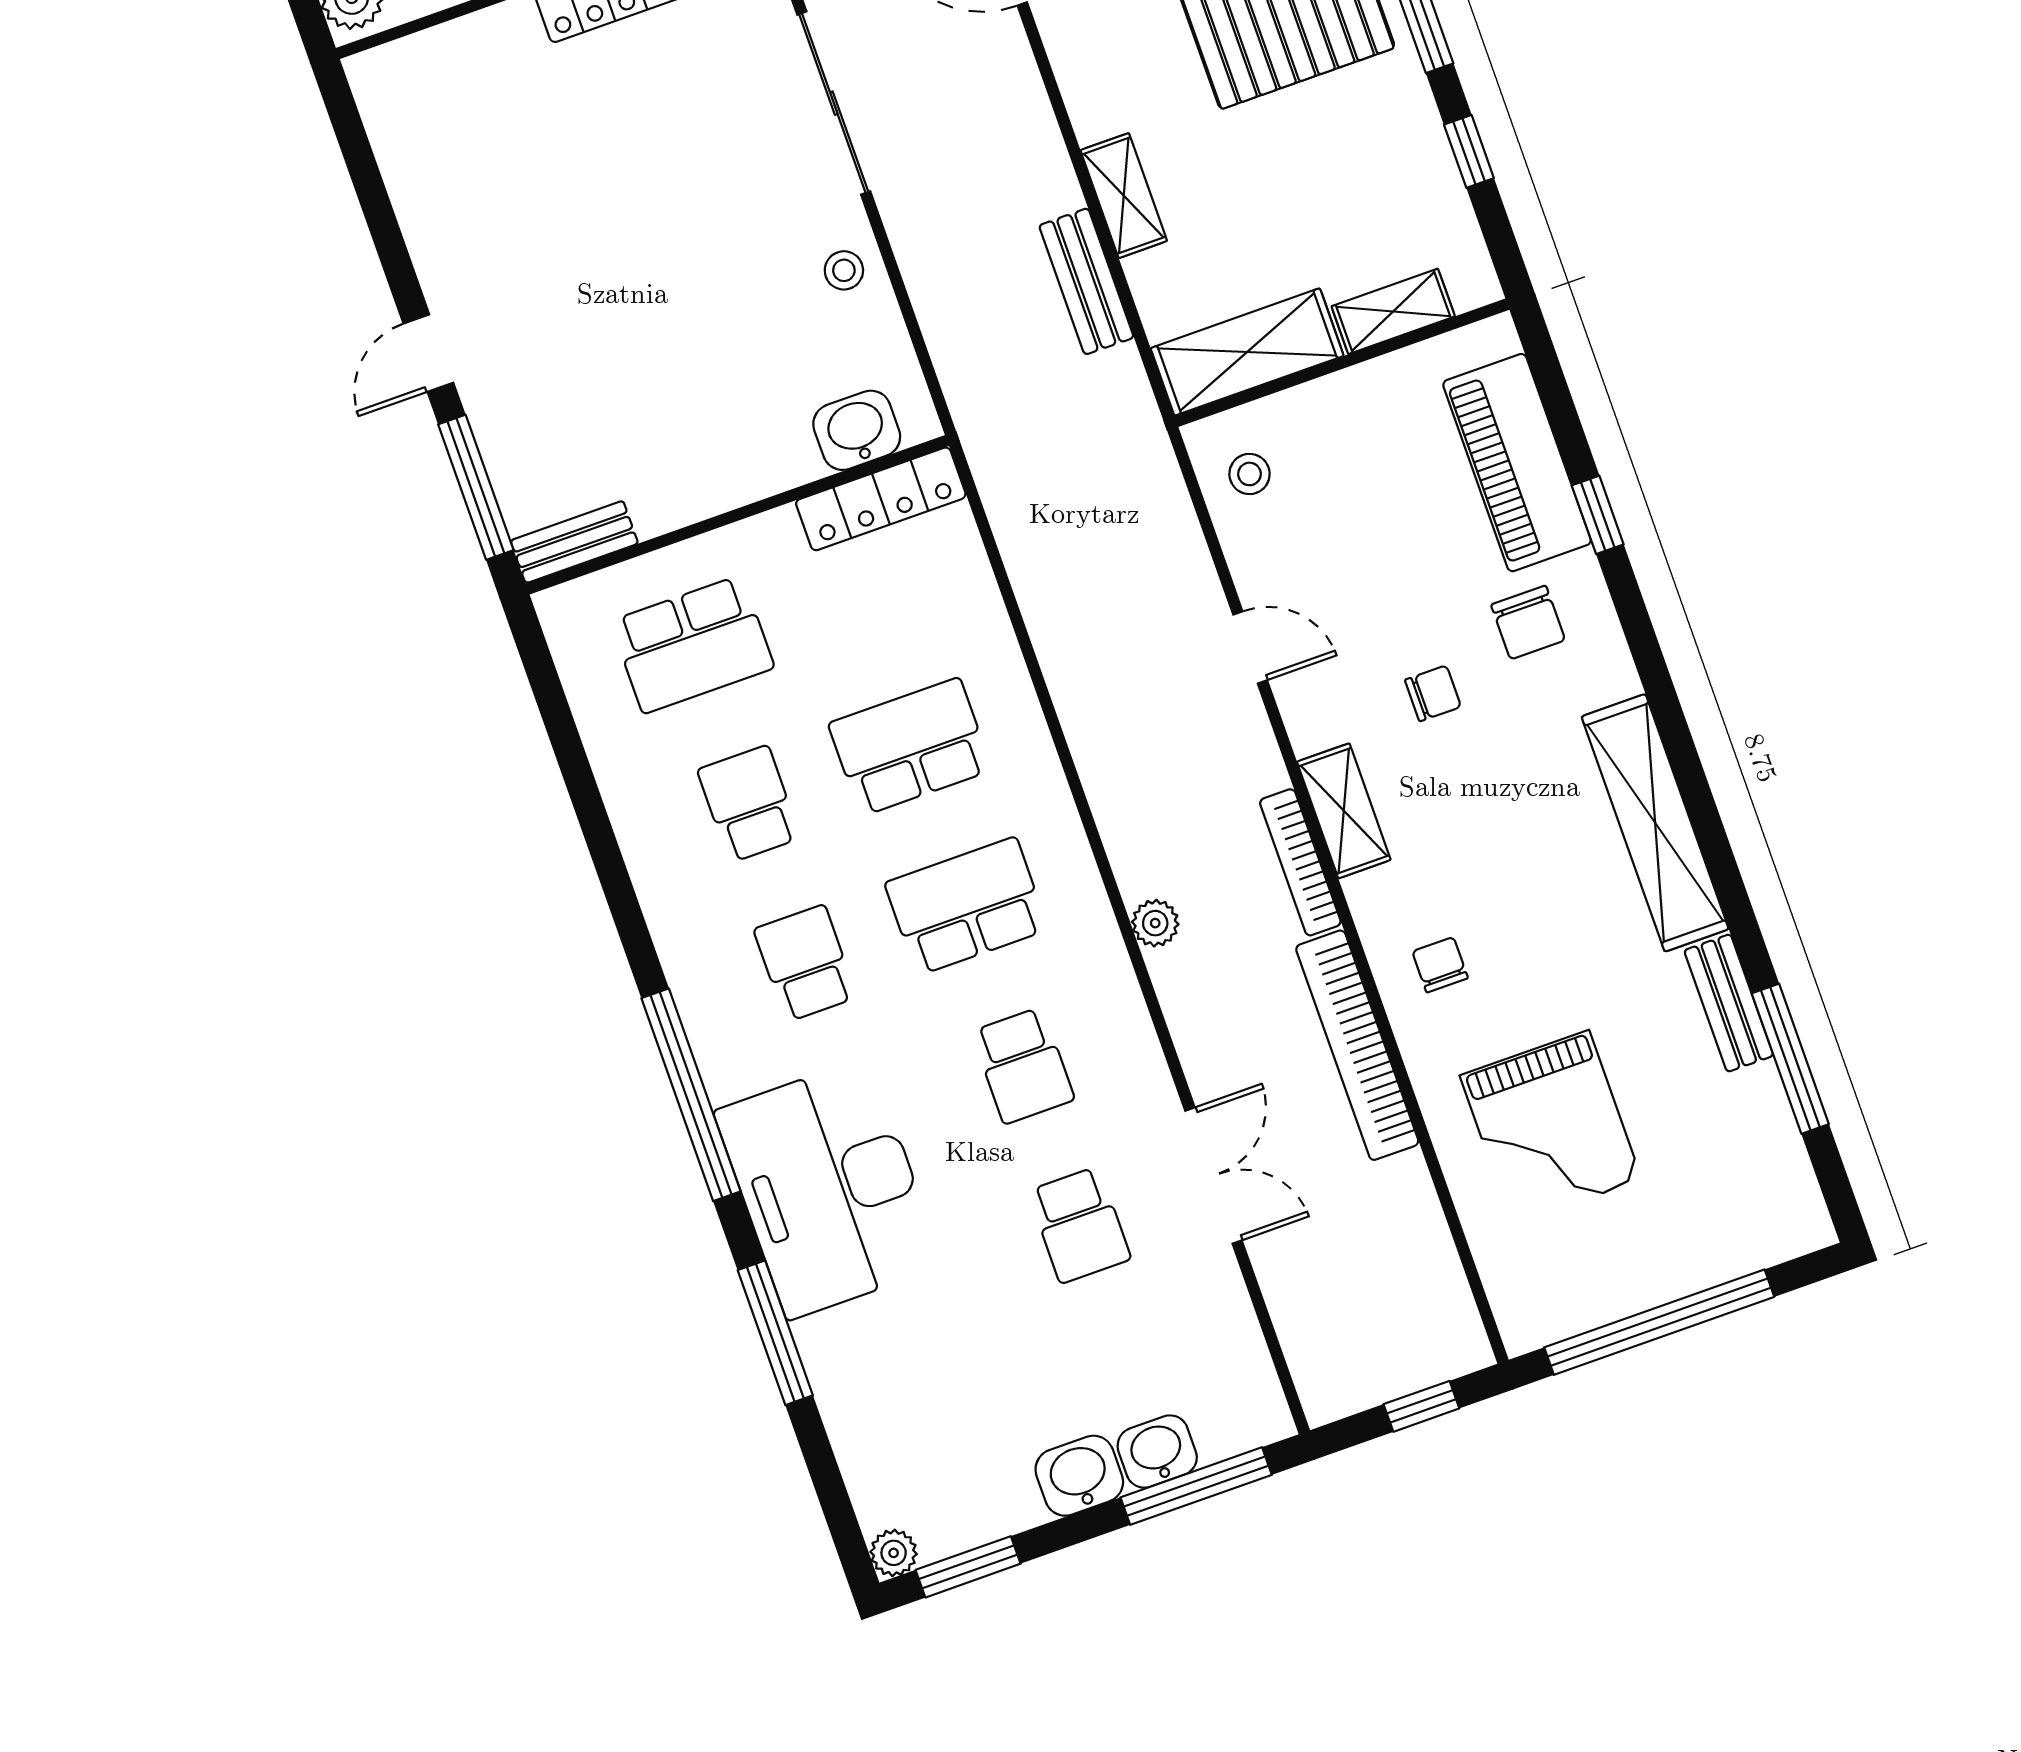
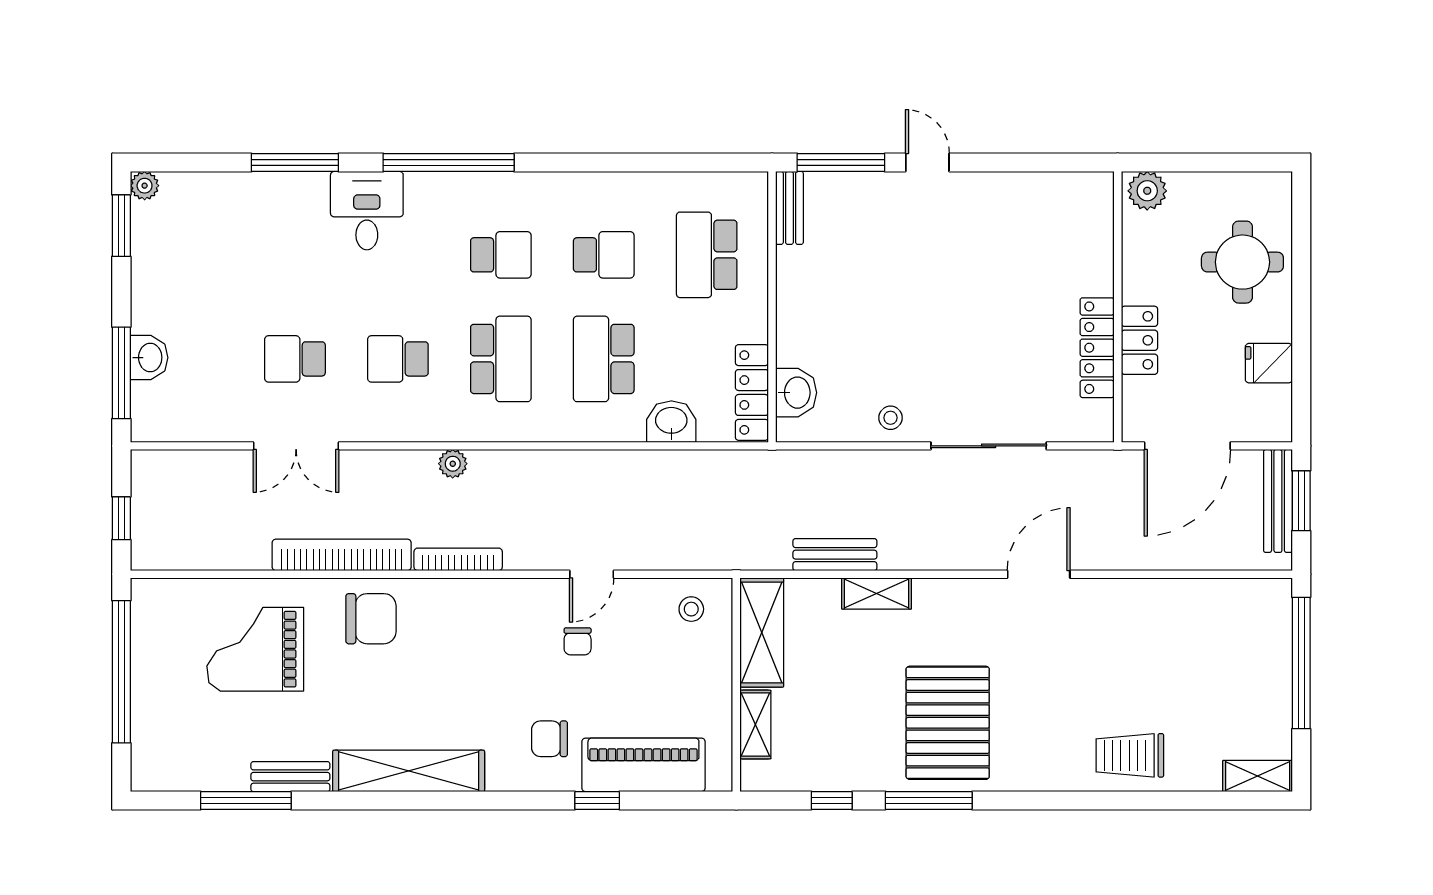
chair: (1433, 693) -> (578, 641), moved
school desk: (910, 747) -> (604, 359), turned 180
shelving: (1344, 811) -> (479, 595), removed
chair: (1440, 965) -> (371, 619), width x1.87, depth x1.87
desk: (829, 1188) -> (367, 211), width x0.53, depth x0.77
washbasin: (1079, 1476) -> (671, 422), moved, turned -90

